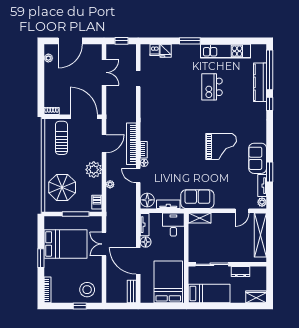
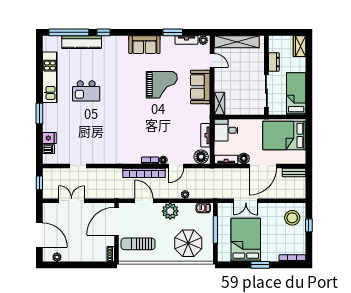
grand piano: (221, 147) -> (162, 85), moved, turned 90
sofa: (258, 158) -> (144, 45), moved
sofa: (197, 199) -> (200, 87), moved

